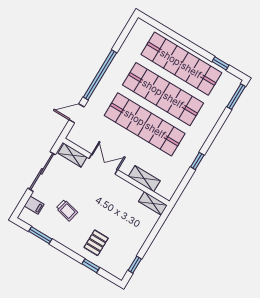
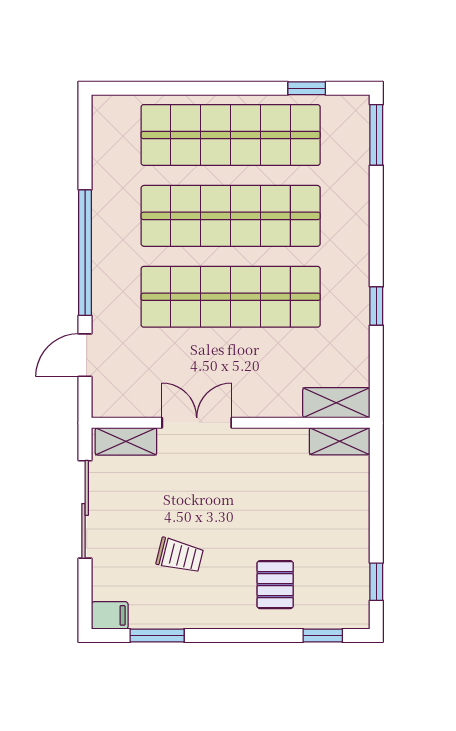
shelving: (144, 179) -> (336, 403), moved
filing cabinet: (34, 205) -> (110, 615), moved
window: (91, 266) -> (323, 636), moved

